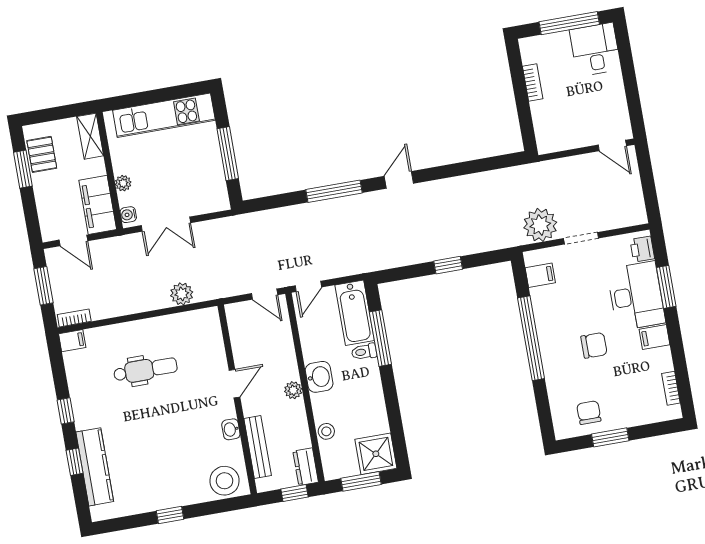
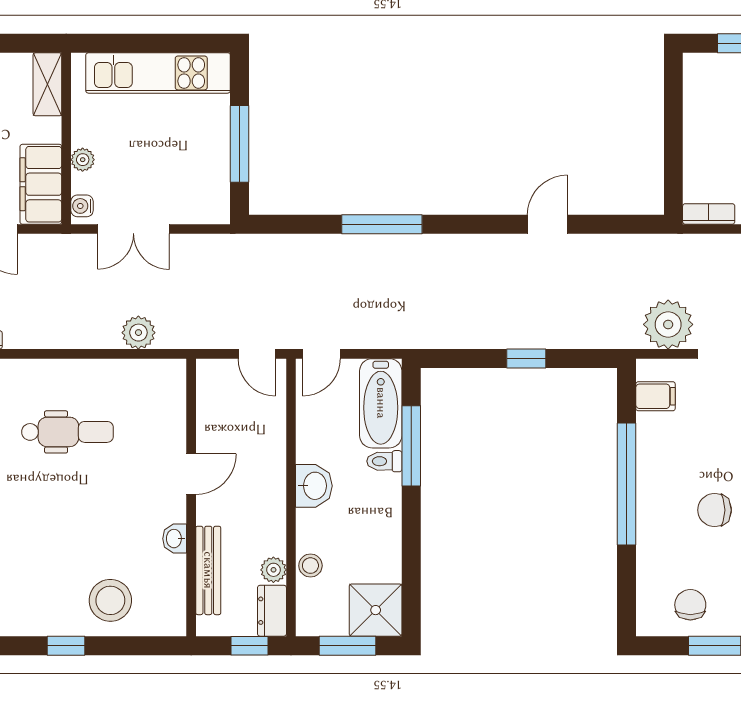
bookcase: (533, 82) -> (709, 214), moved, turned -90
door: (399, 180) -> (547, 224), moved
chair: (594, 345) -> (715, 510), turned 180
plant: (293, 390) -> (273, 570), moved
stool: (224, 481) -> (110, 600), moved

